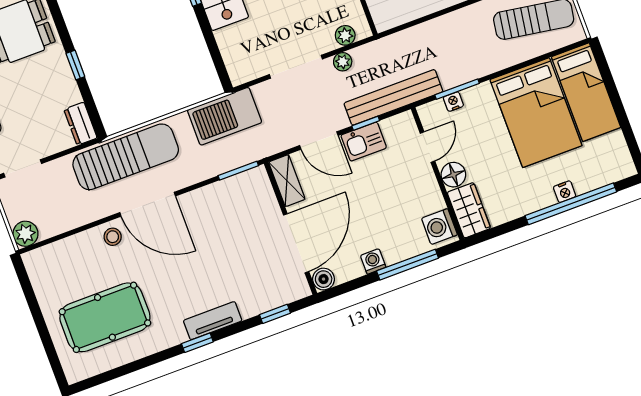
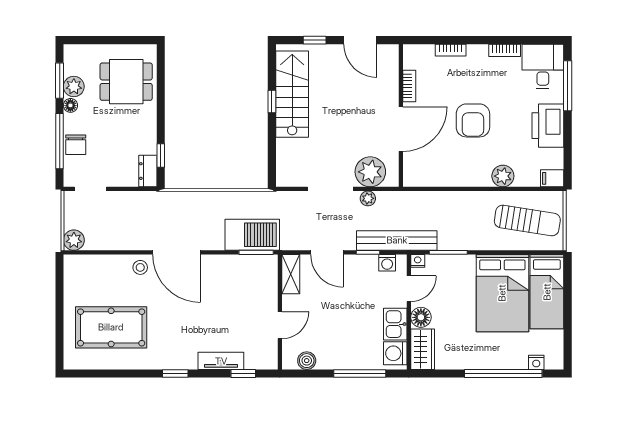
plant: (345, 35) -> (370, 172), width x1.87, depth x1.87
window: (75, 65) -> (161, 155), moved
nightstand: (453, 102) -> (418, 261), moved
barbecue: (225, 116) -> (252, 235), moved, turned 180
kitchen sink: (364, 142) -> (395, 324), moved, turned 90
sun lounger: (126, 157) -> (173, 210), removed
nightstand: (565, 192) -> (536, 362), moved
door: (296, 243) -> (280, 325), width x0.53
washing machine: (373, 261) -> (387, 263), moved, turned 180
boiler: (324, 279) -> (307, 361), moved
tv unit: (213, 321) -> (221, 361), moved

